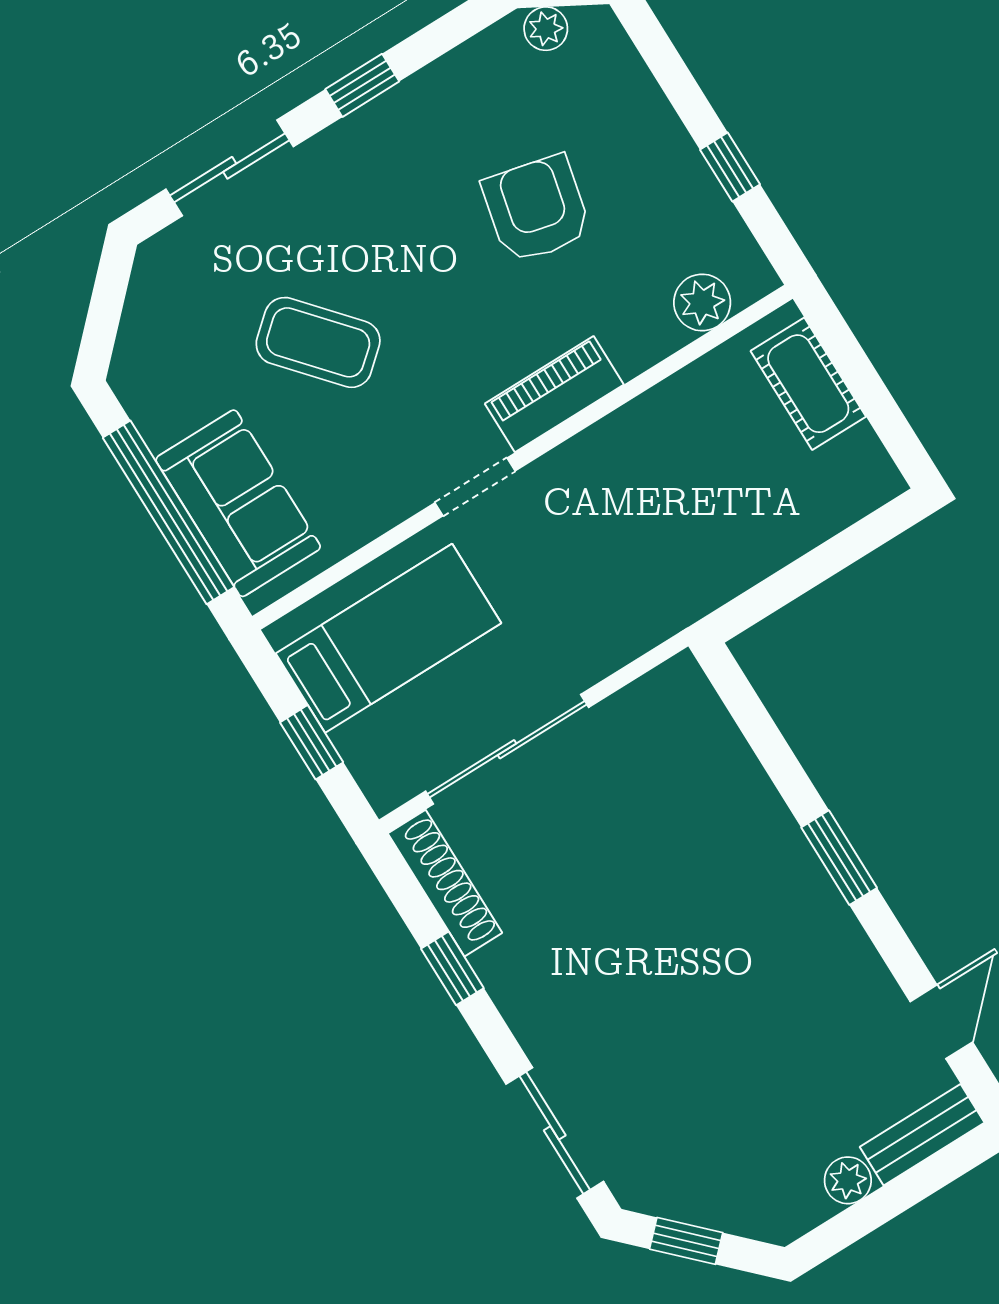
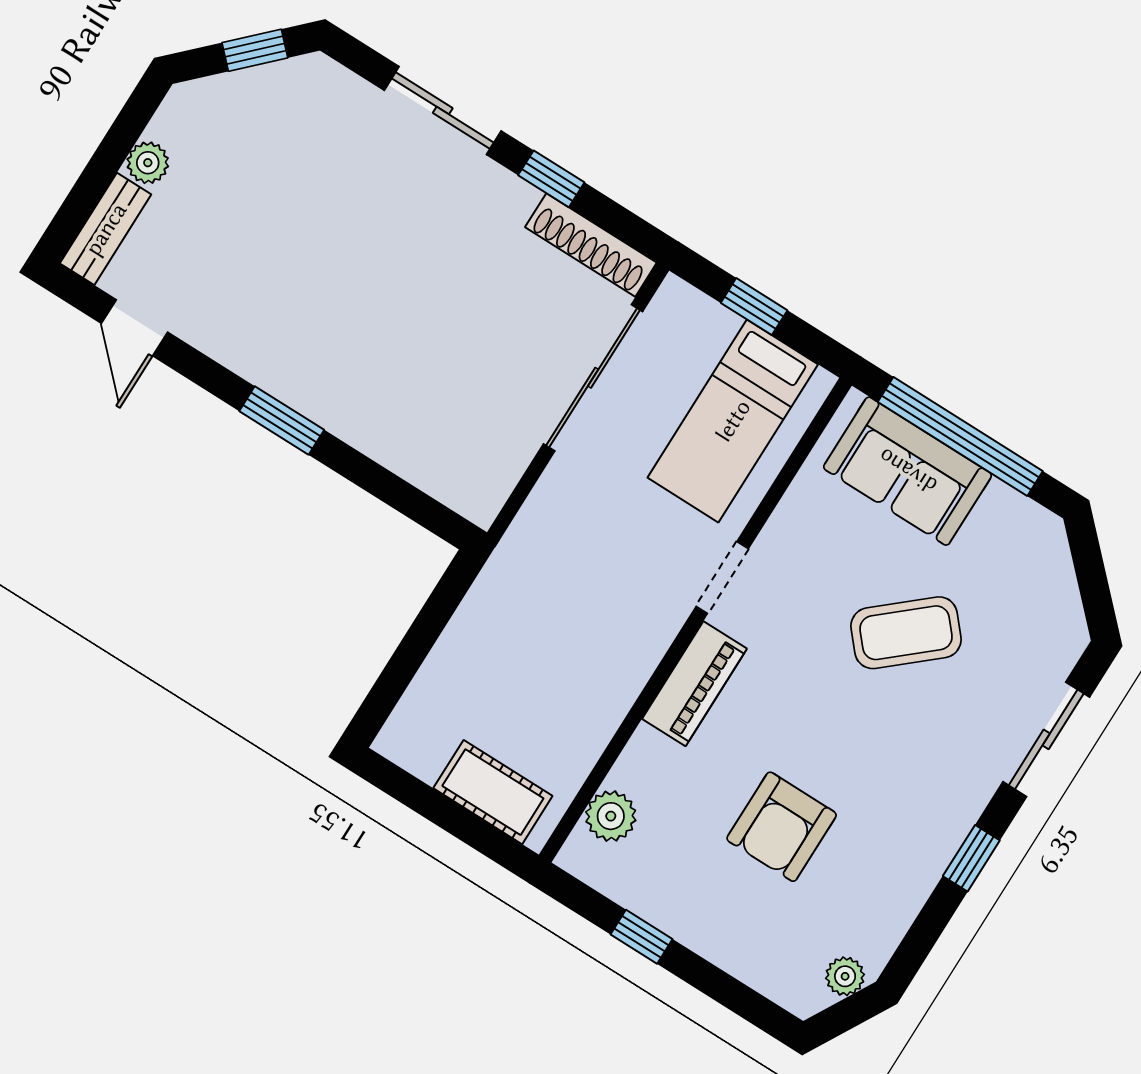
armchair: (537, 209) -> (782, 827), turned 77
sliding door: (555, 1133) -> (443, 111), moved

